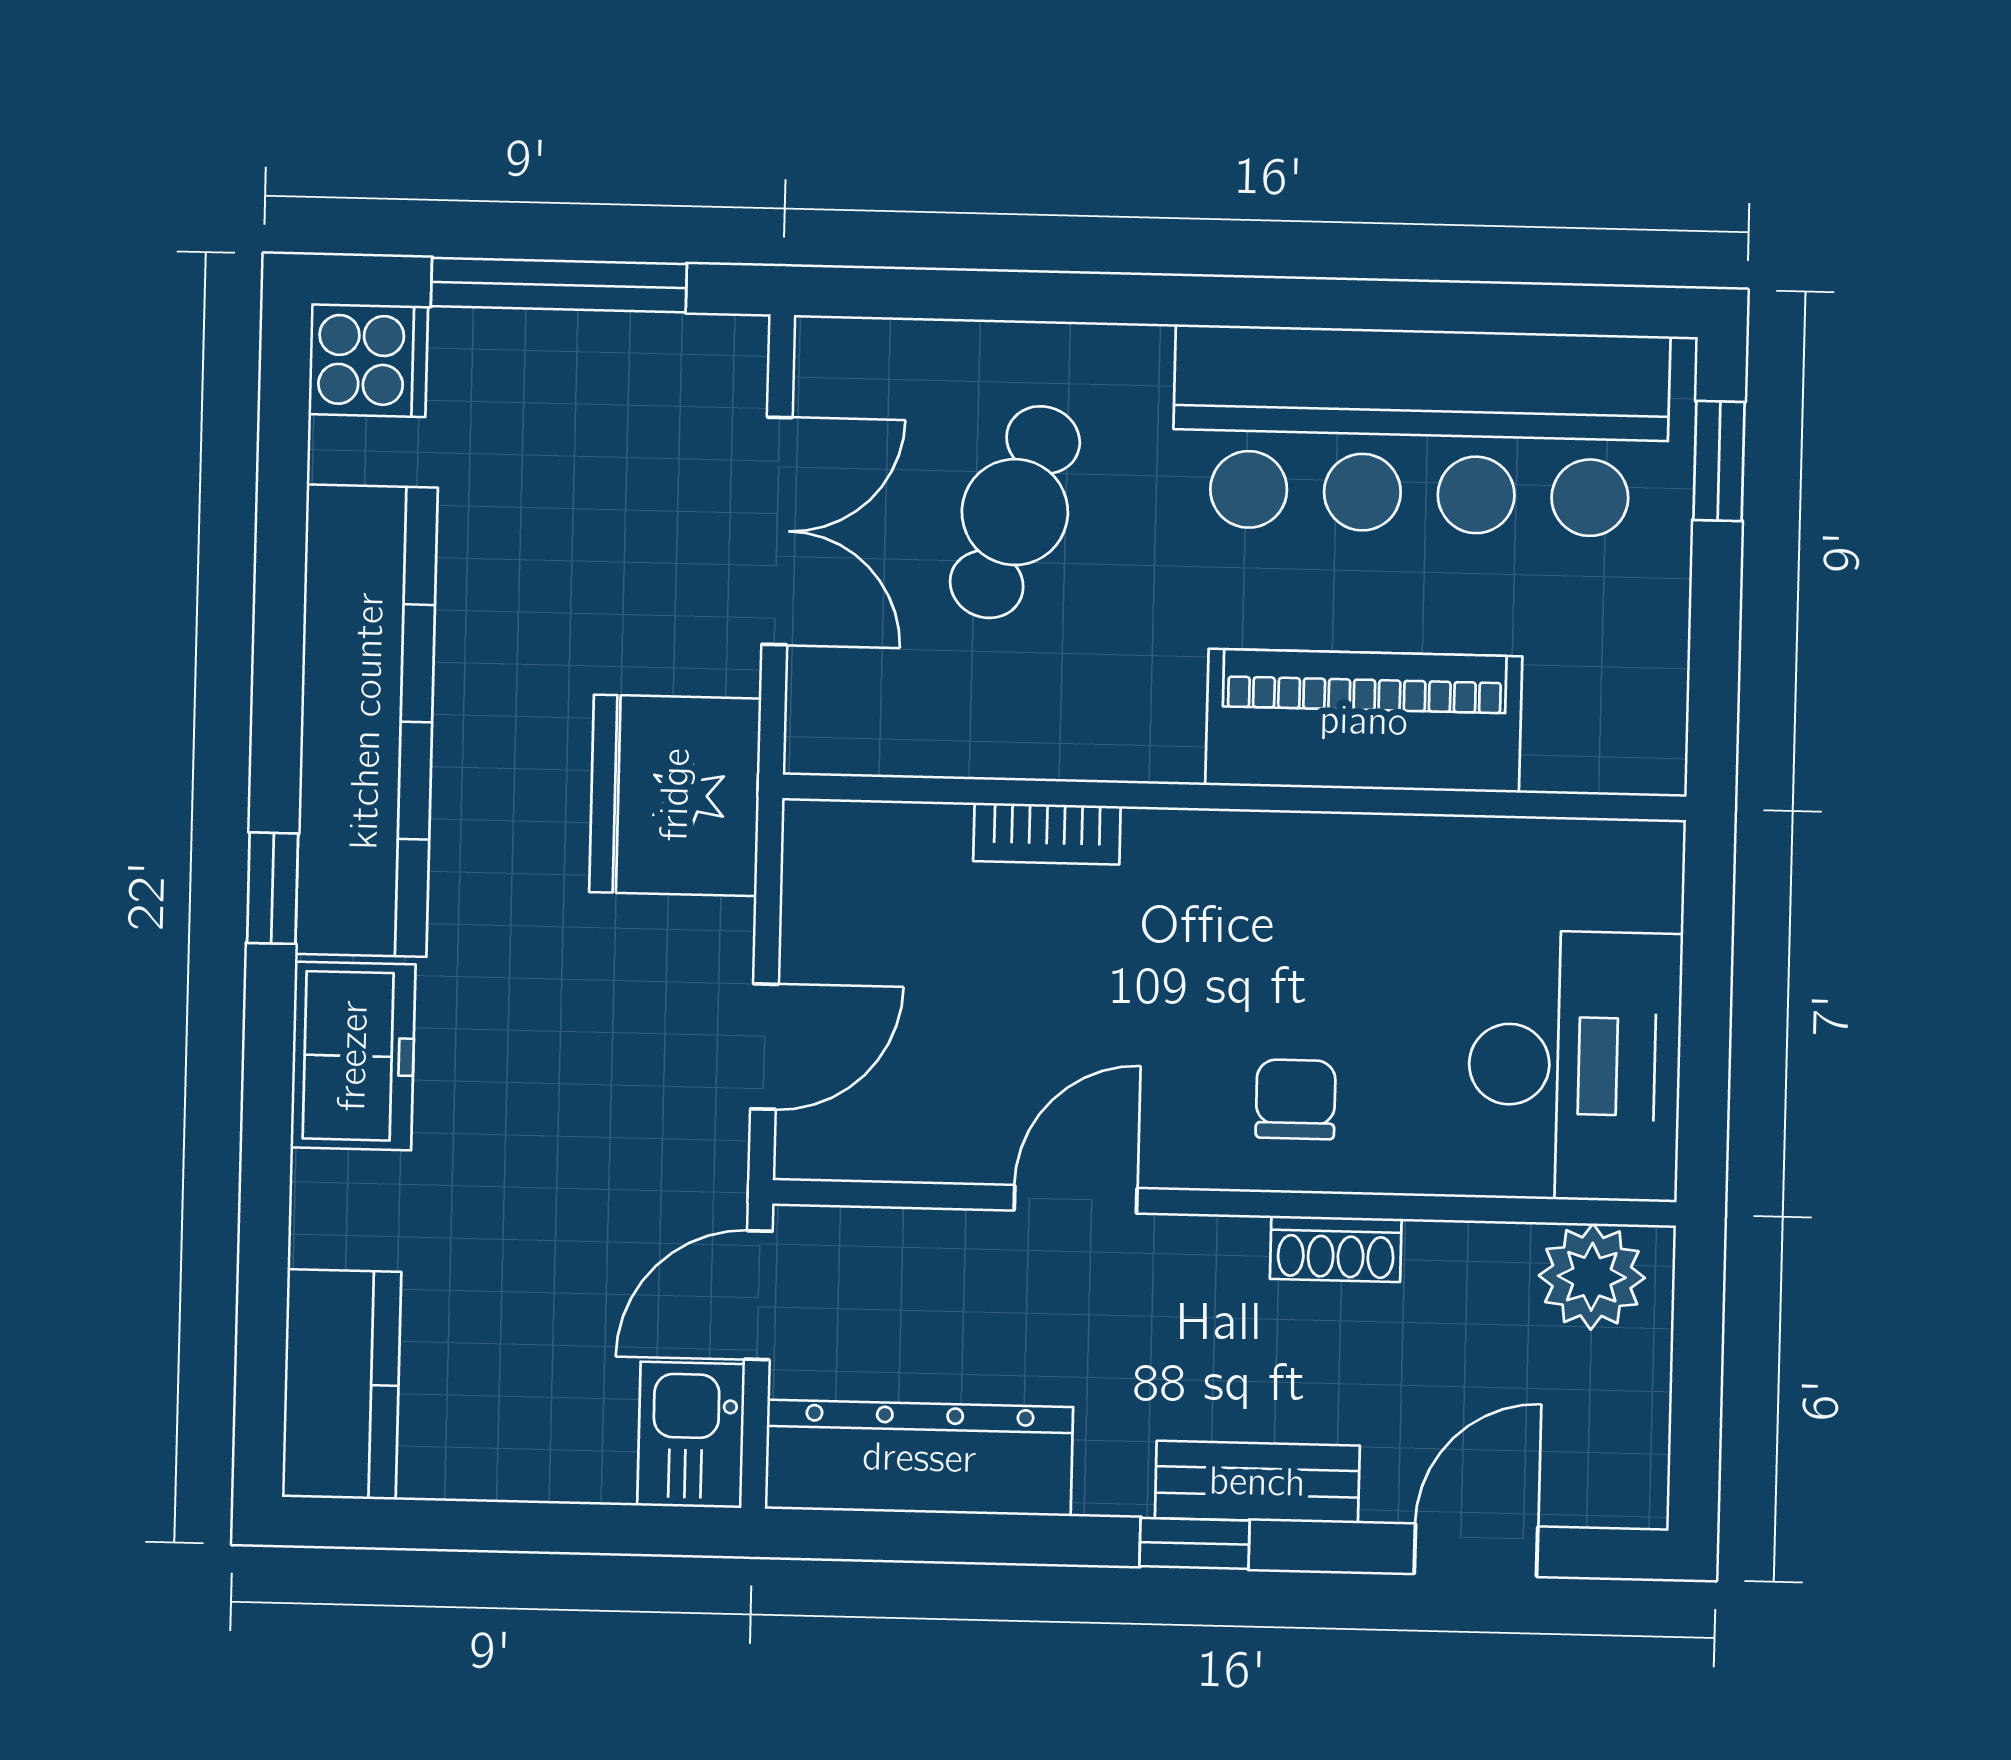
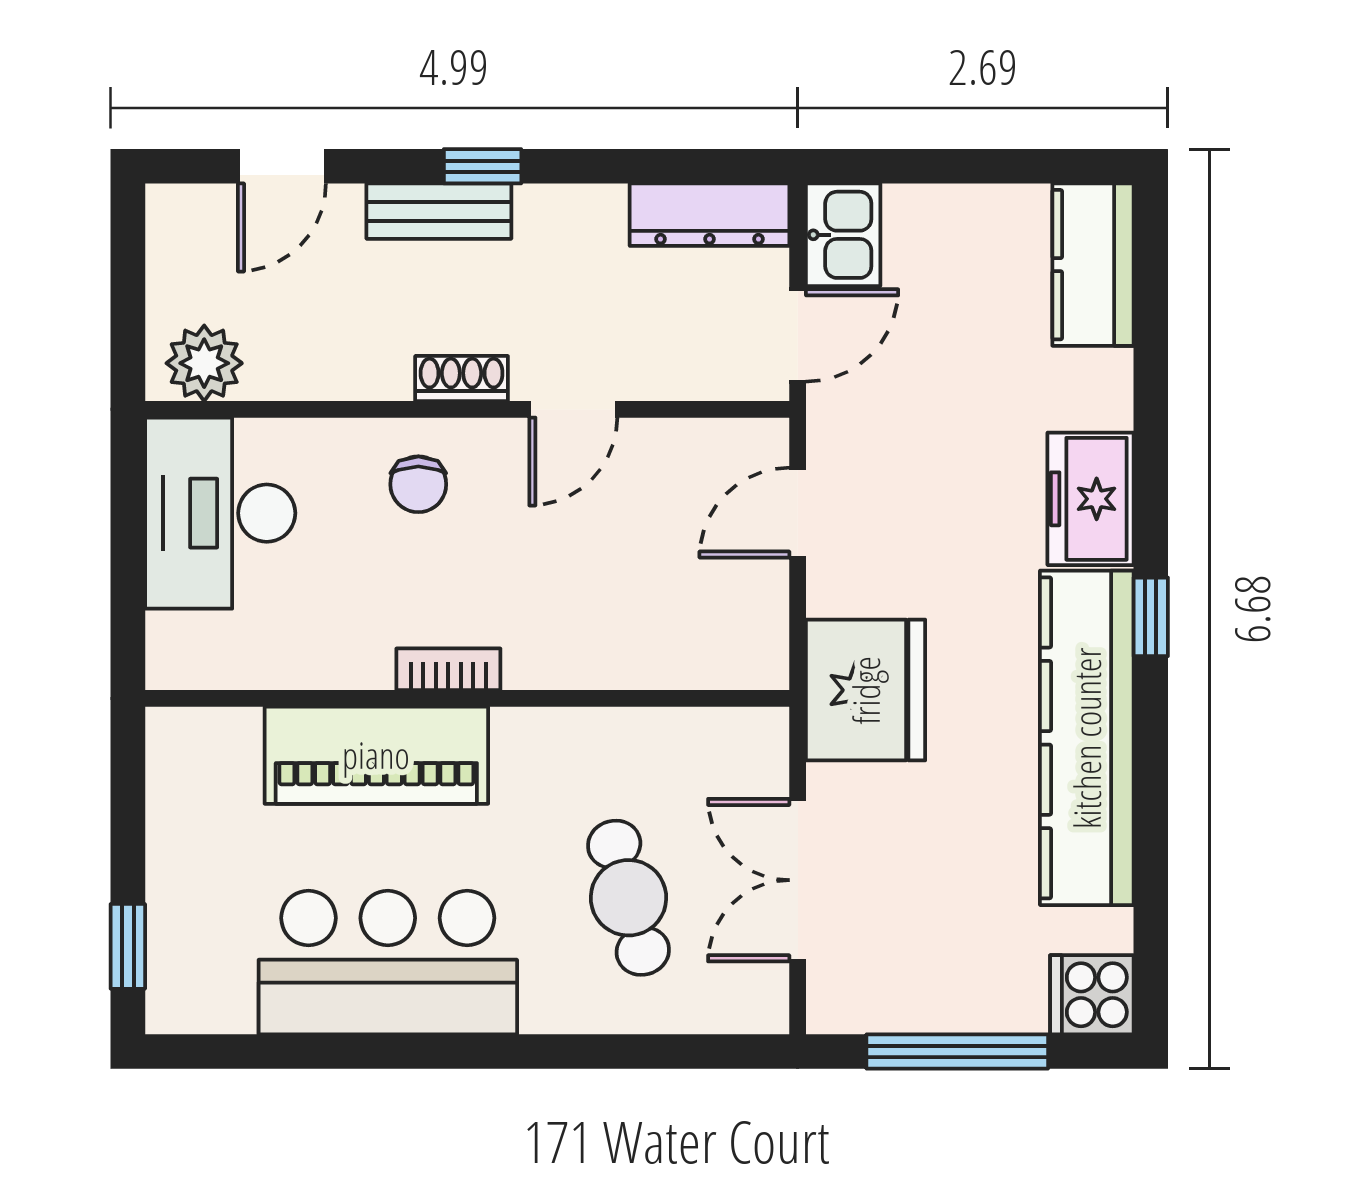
bar counter: (1421, 431) -> (388, 962), width x0.73
cafe table: (1015, 512) -> (628, 898), turned -35
bookcase: (1047, 834) -> (448, 669), moved
shoe rack: (1336, 1249) -> (462, 378), moved
dresser: (919, 1458) -> (710, 215), width x0.73, depth x0.80

